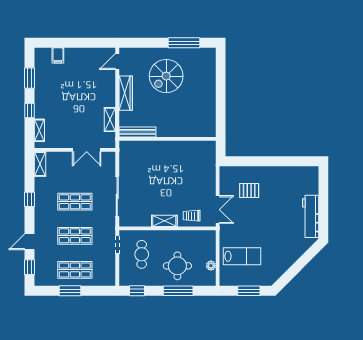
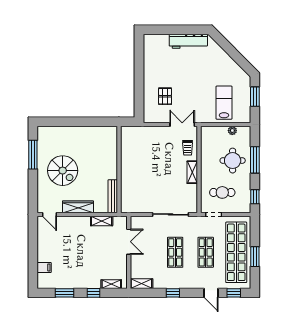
shop shelf: (75, 270) -> (236, 252), width x2.00, depth x1.36

